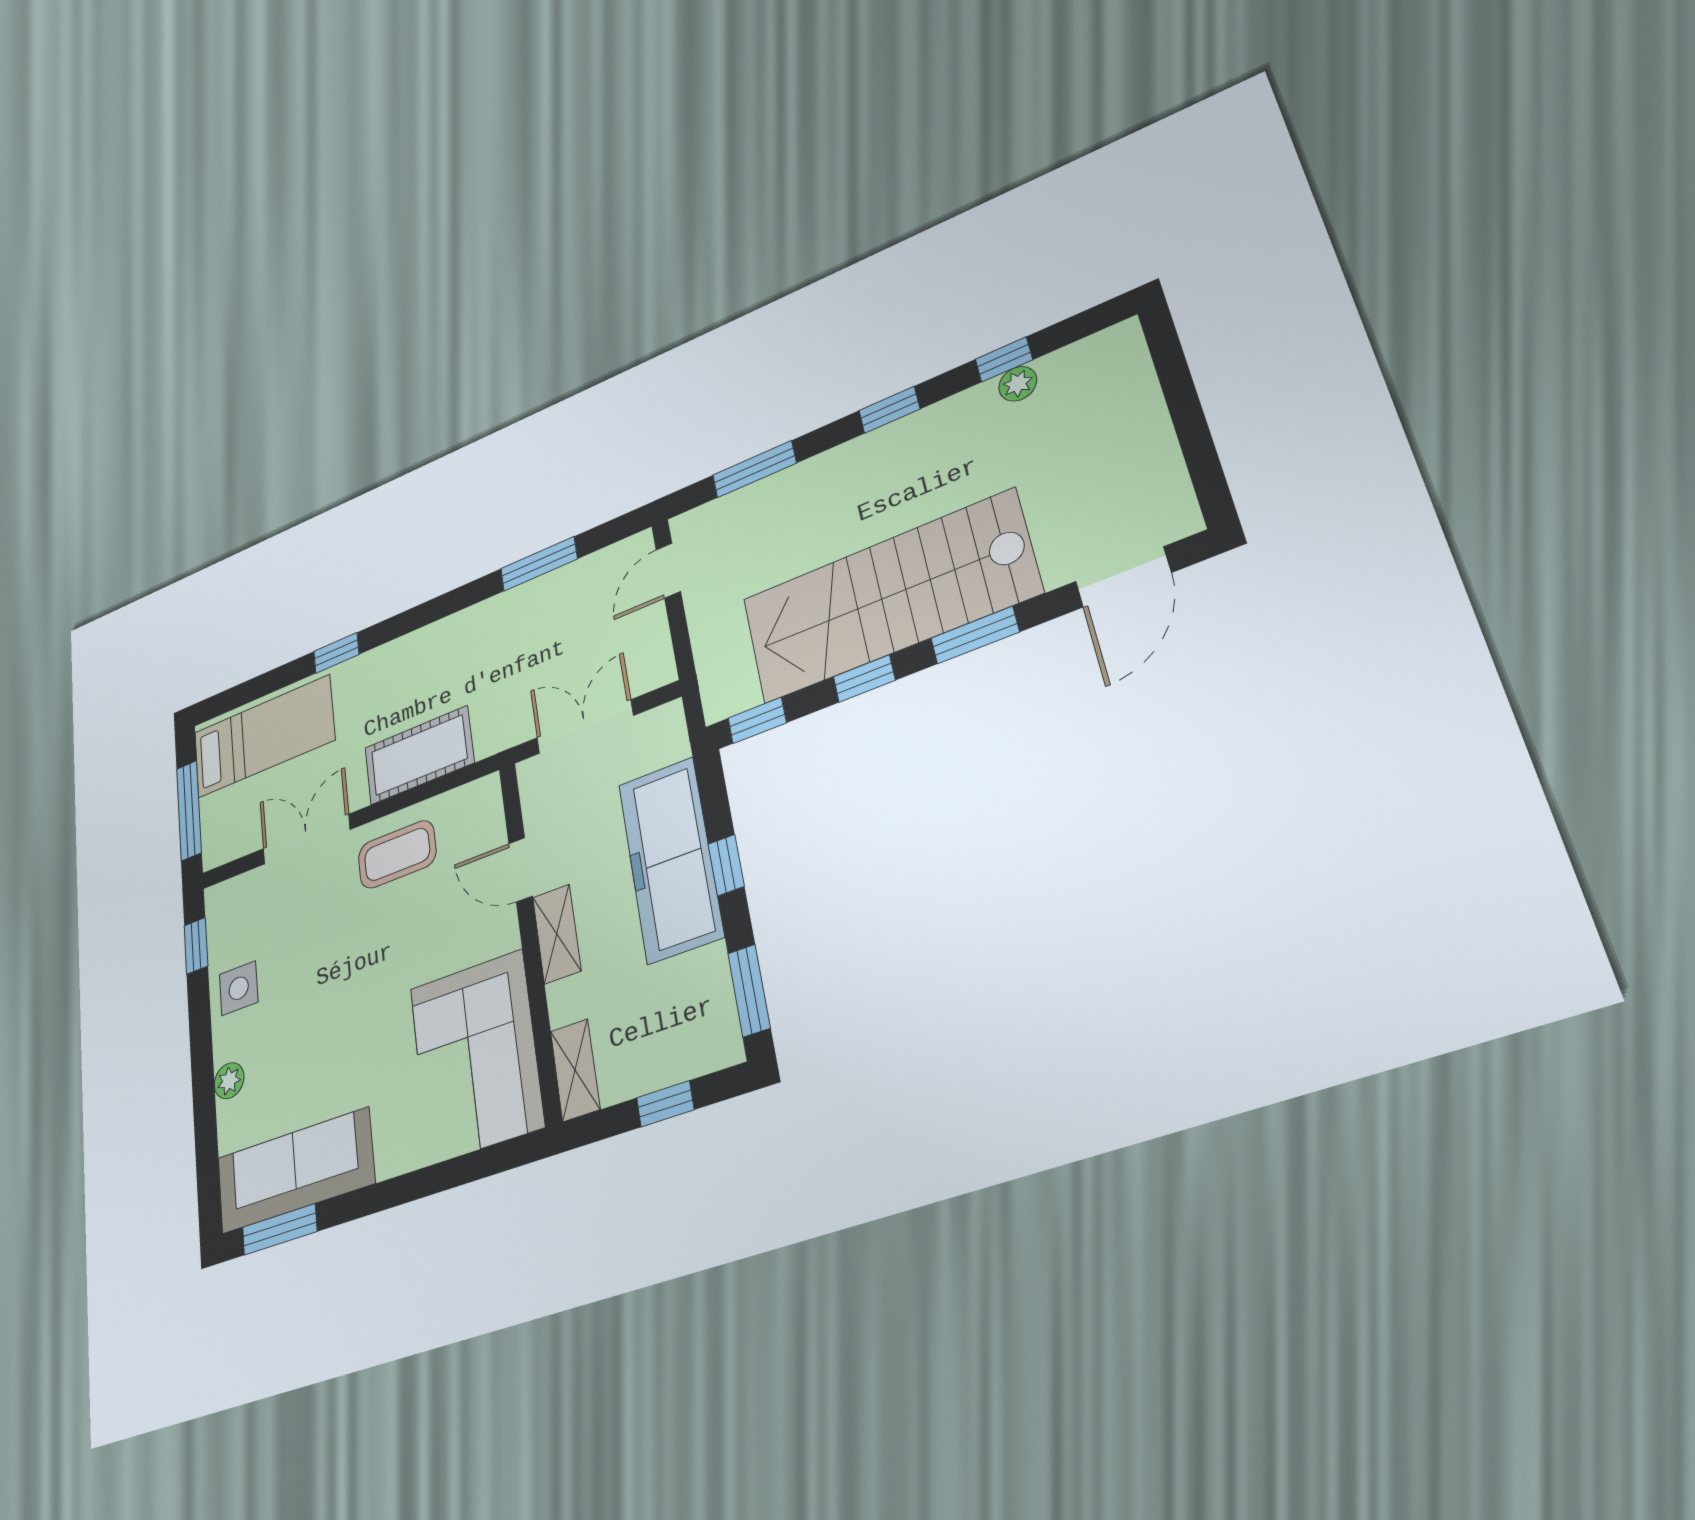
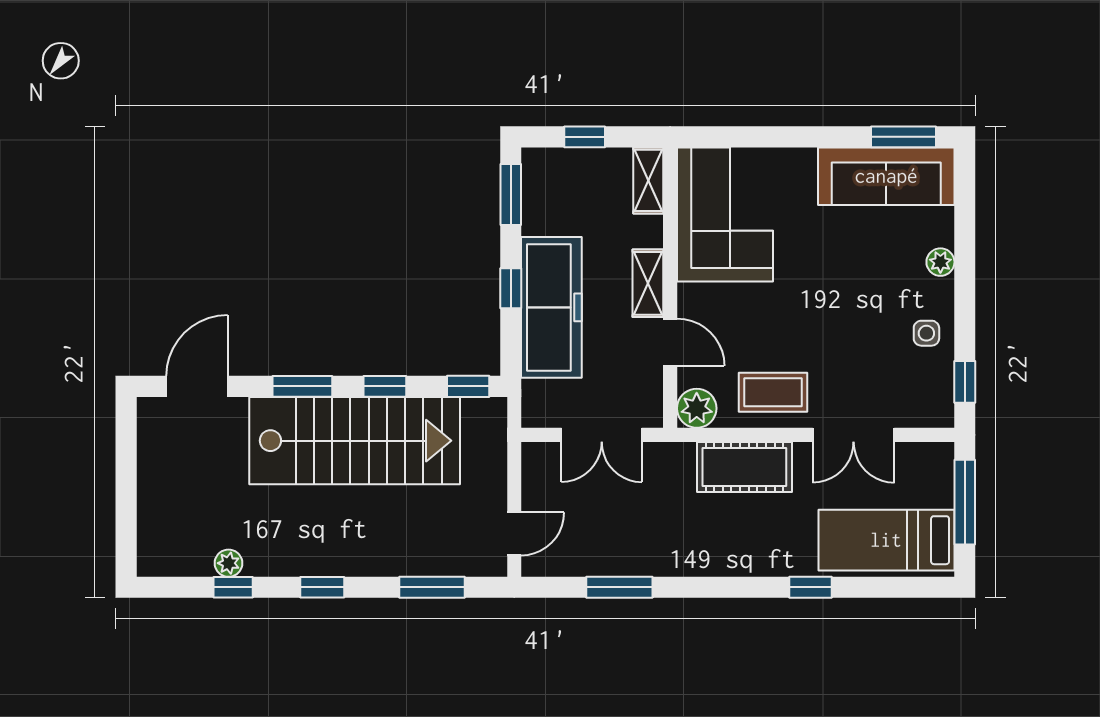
plant: (480, 802) -> (697, 408), added
side table: (239, 988) -> (926, 333), width x0.73, depth x0.73

